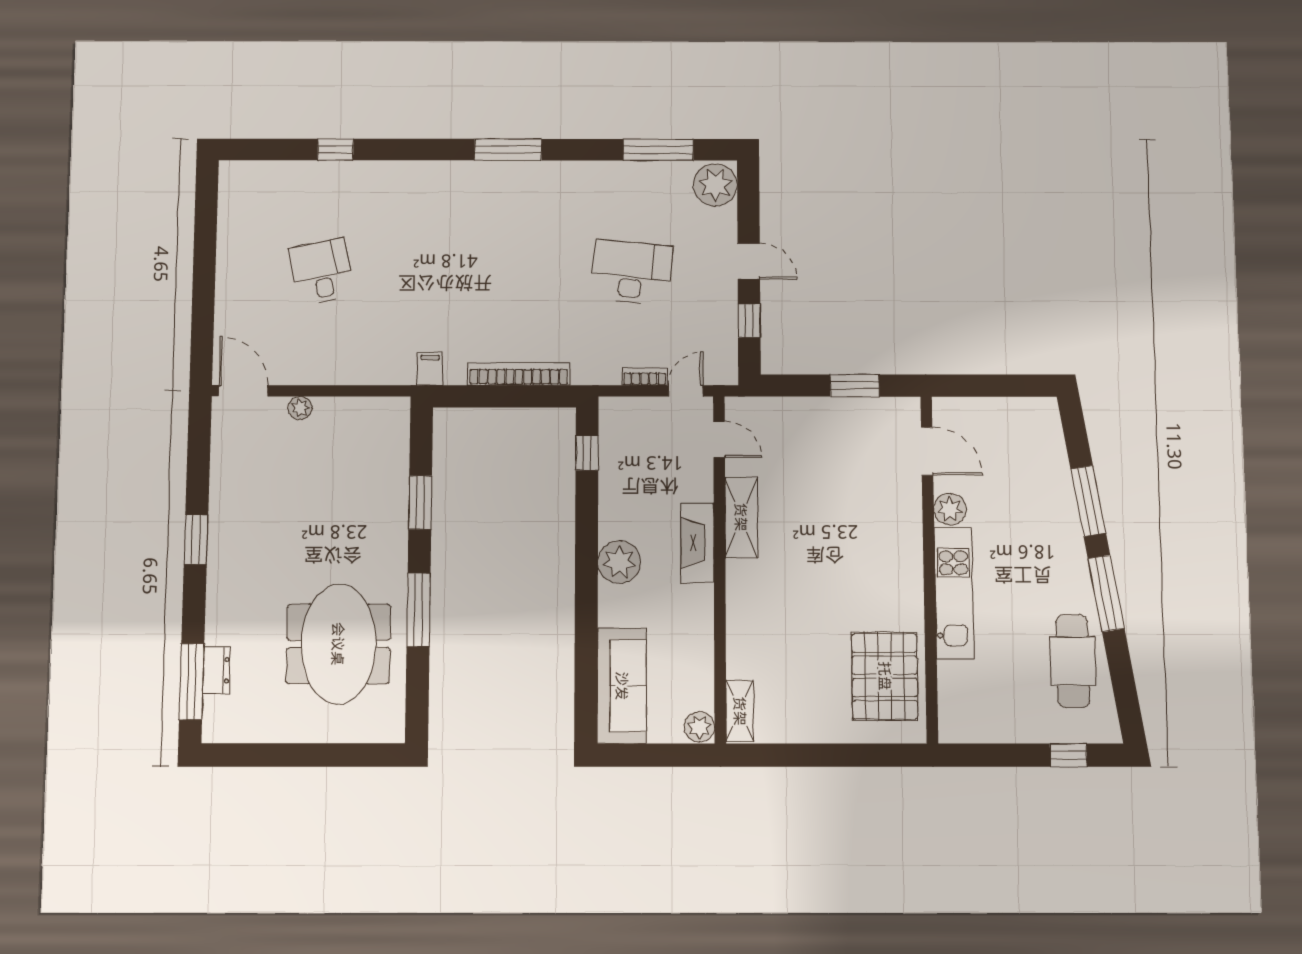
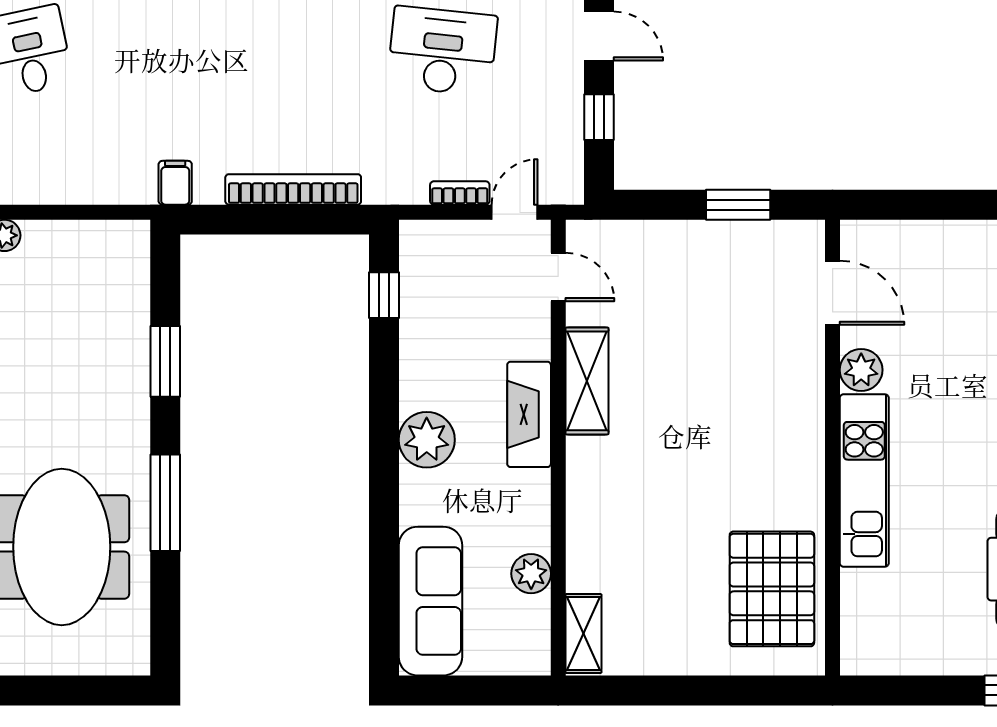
plant: (699, 727) -> (531, 574), moved

